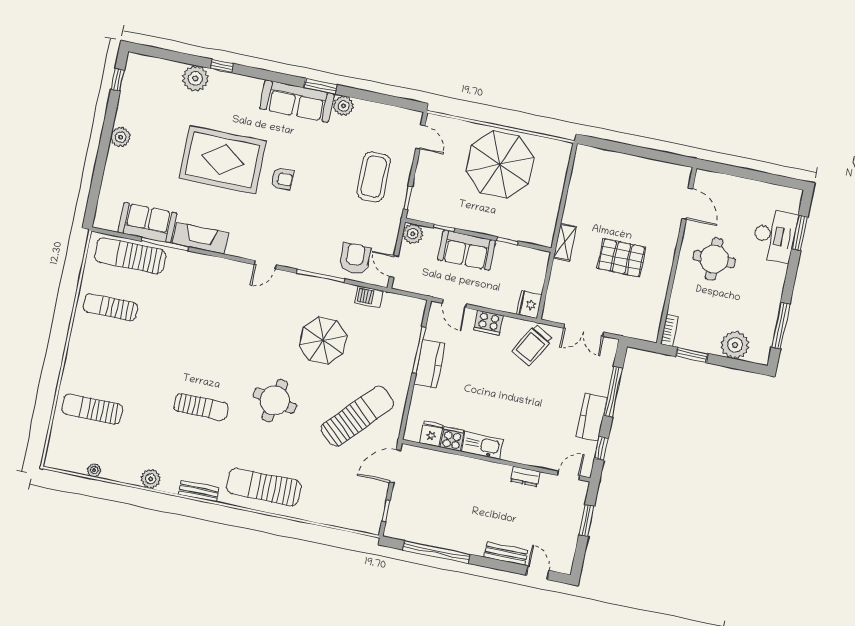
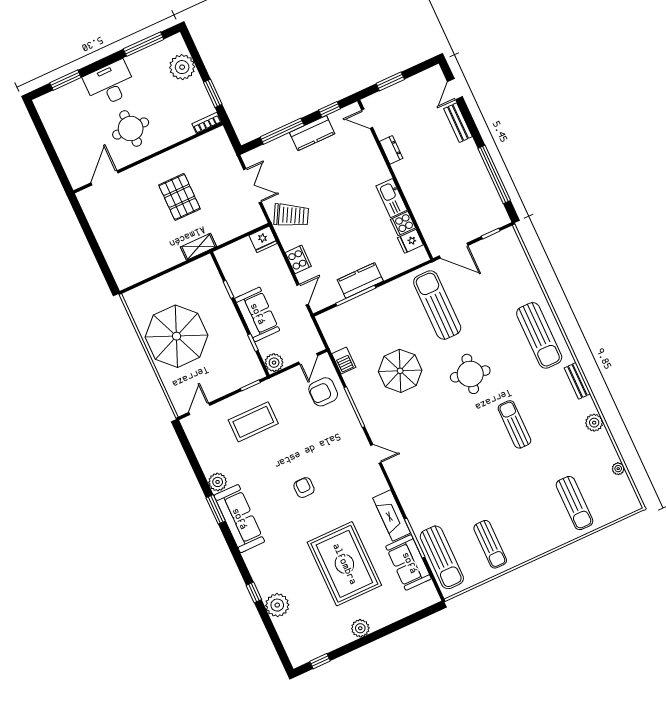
rug: (223, 160) -> (344, 564), moved
desk: (774, 236) -> (110, 84), moved
sun lounger: (357, 416) -> (437, 305), turned 47

